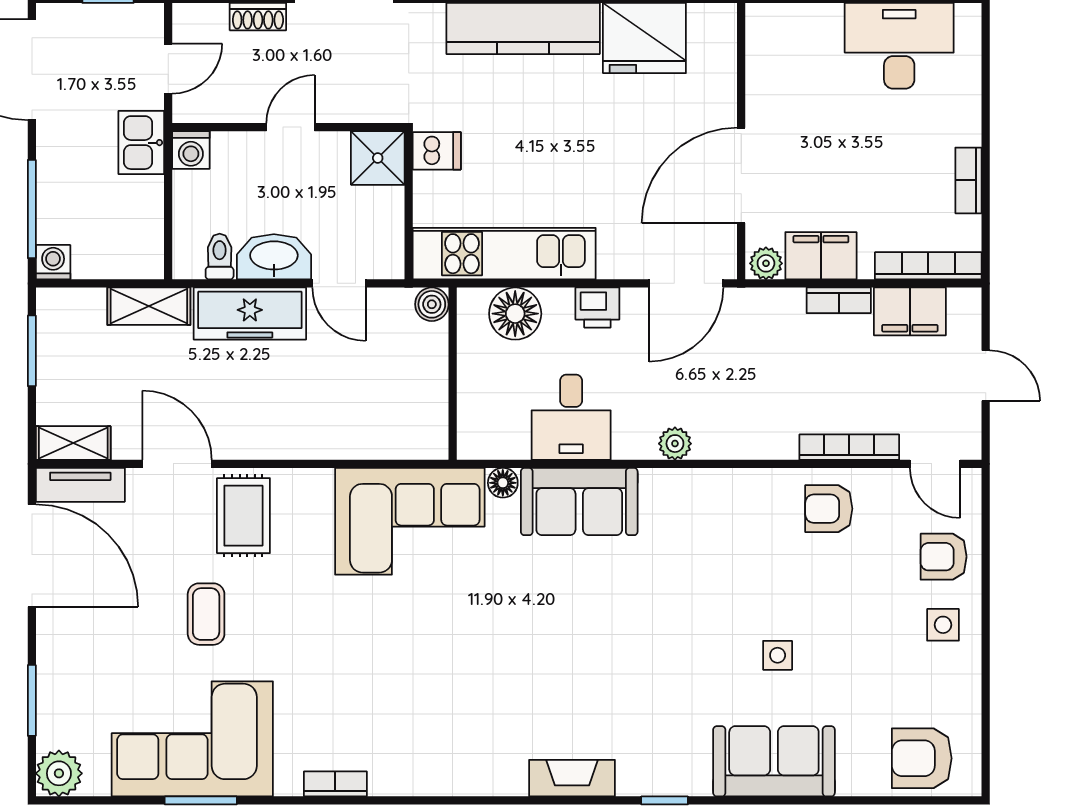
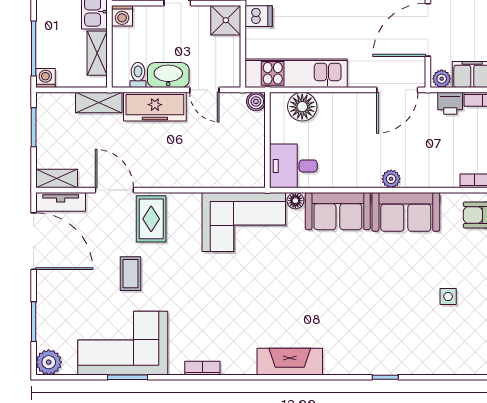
shelving: (146, 217) -> (97, 53), added
printer: (597, 308) -> (450, 103), moved
desk: (571, 417) -> (293, 166), moved, turned 90
sofa: (774, 761) -> (406, 212), moved, turned 180
fireplace: (572, 778) -> (290, 362), moved, width x1.37, depth x1.32

